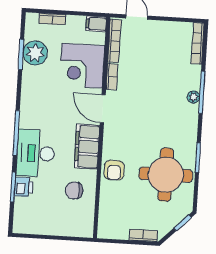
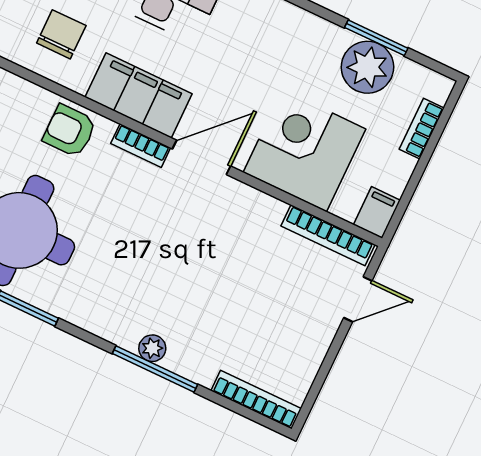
bookcase: (112, 77) -> (141, 146), moved

